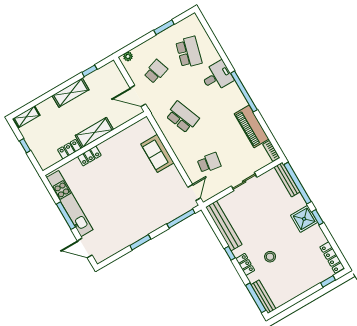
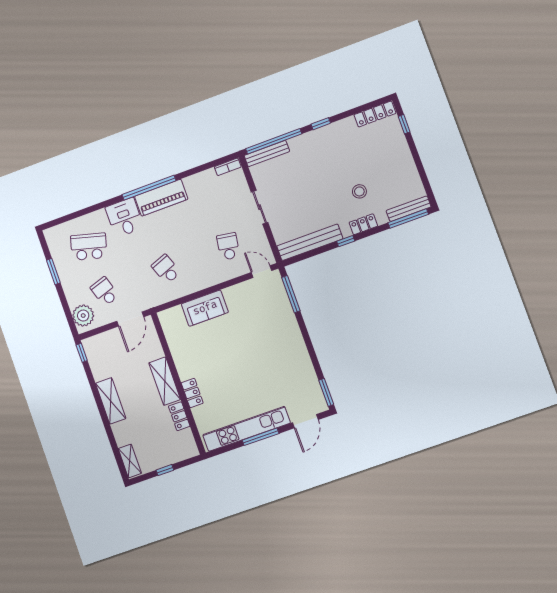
plant: (128, 56) -> (83, 316), width x1.88, depth x1.88
window: (89, 71) -> (82, 353), moved
school desk: (182, 117) -> (166, 269), width x0.54
piano: (252, 126) -> (161, 198), moved
shower: (304, 219) -> (320, 141), removed
window: (140, 242) -> (326, 392), moved

